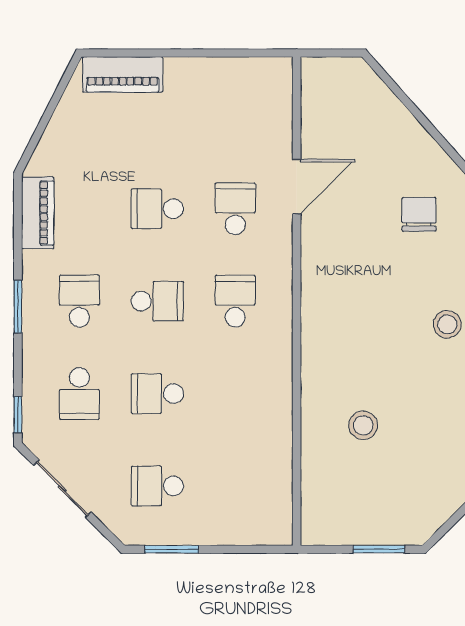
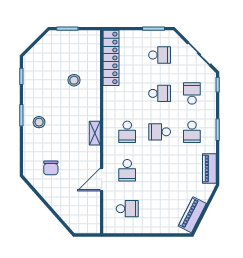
piano: (123, 74) -> (192, 215), moved, turned -63
school desk: (157, 209) -> (127, 209), moved
shelving: (313, 298) -> (95, 133), added
locker: (274, 479) -> (111, 58), added

